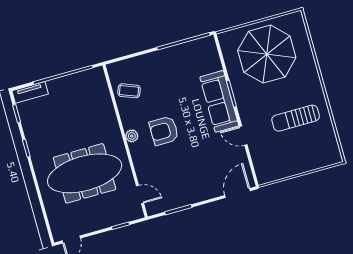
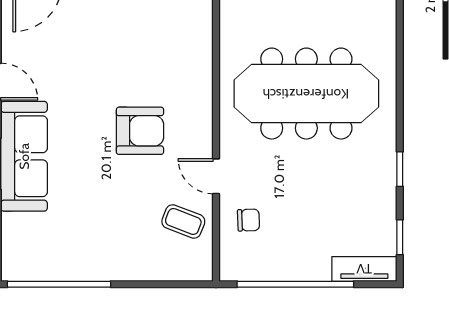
chair: (96, 101) -> (248, 220), added
plant: (132, 136) -> (201, 138), removed
door: (140, 194) -> (216, 176), moved

